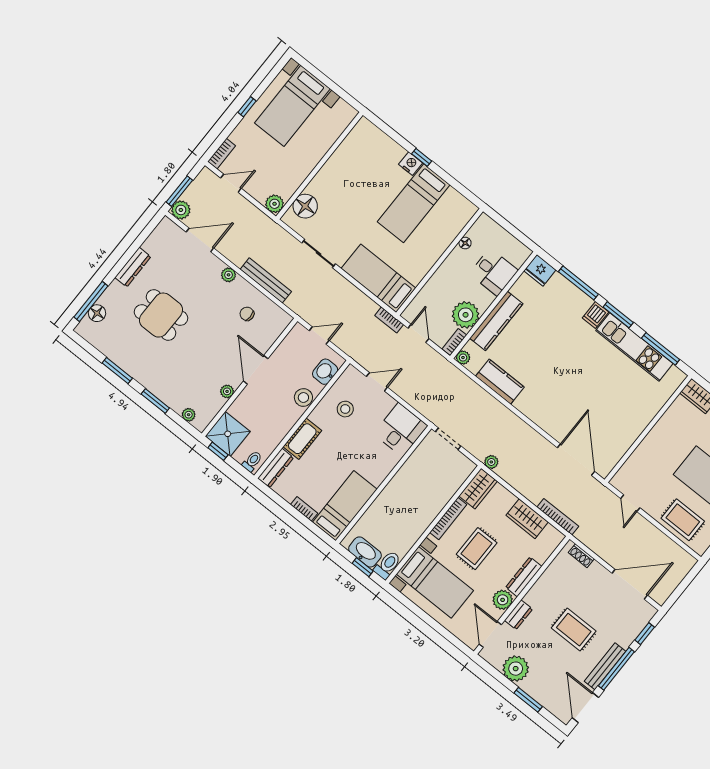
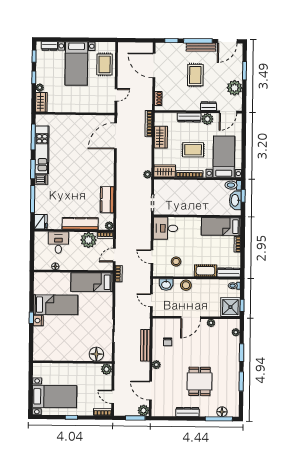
bed: (378, 278) -> (92, 282), moved, turned 90

